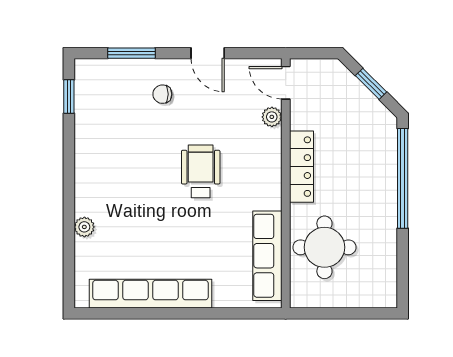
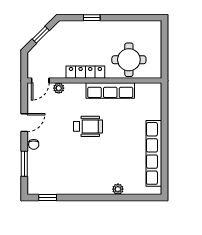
chair: (162, 94) -> (34, 144), moved
wheelchair: (201, 171) -> (88, 126), turned 180
window: (403, 178) -> (92, 18), width x0.32
row of seats: (267, 256) -> (110, 91), moved

